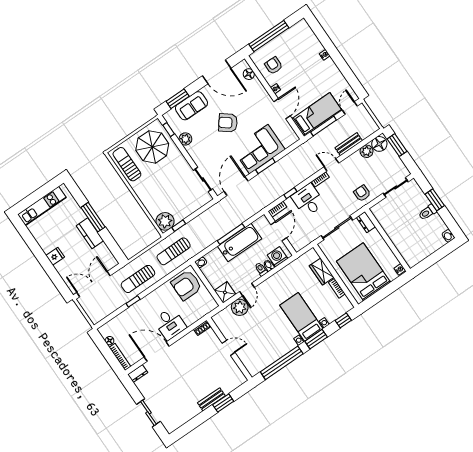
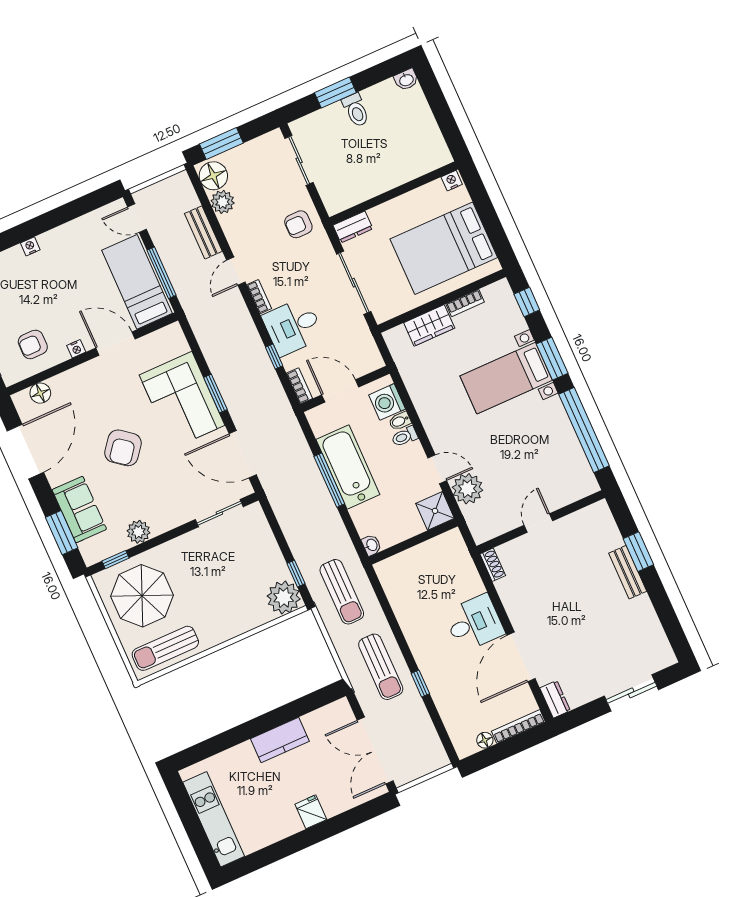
window: (93, 217) -> (251, 729), removed
armchair: (186, 285) -> (408, 579), removed

